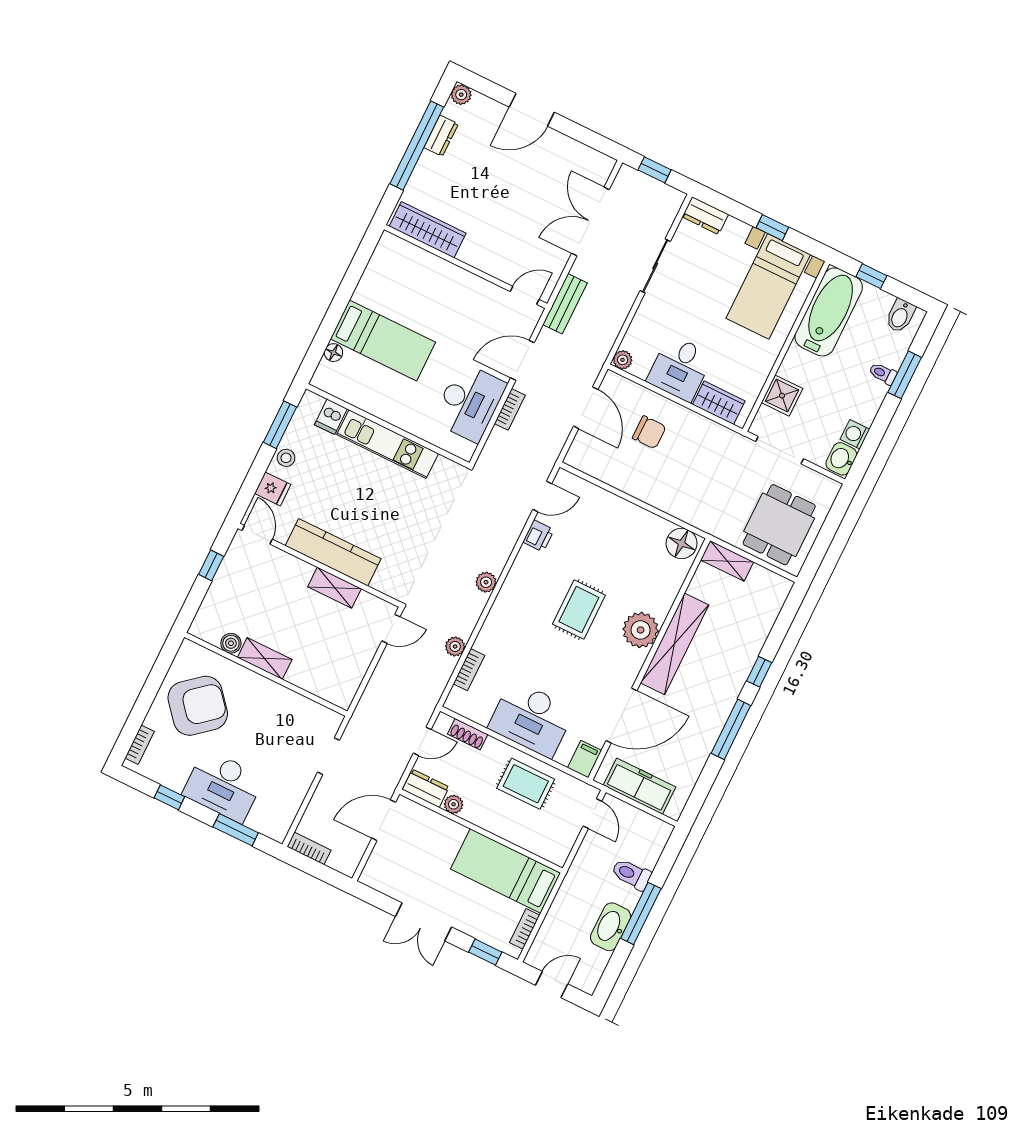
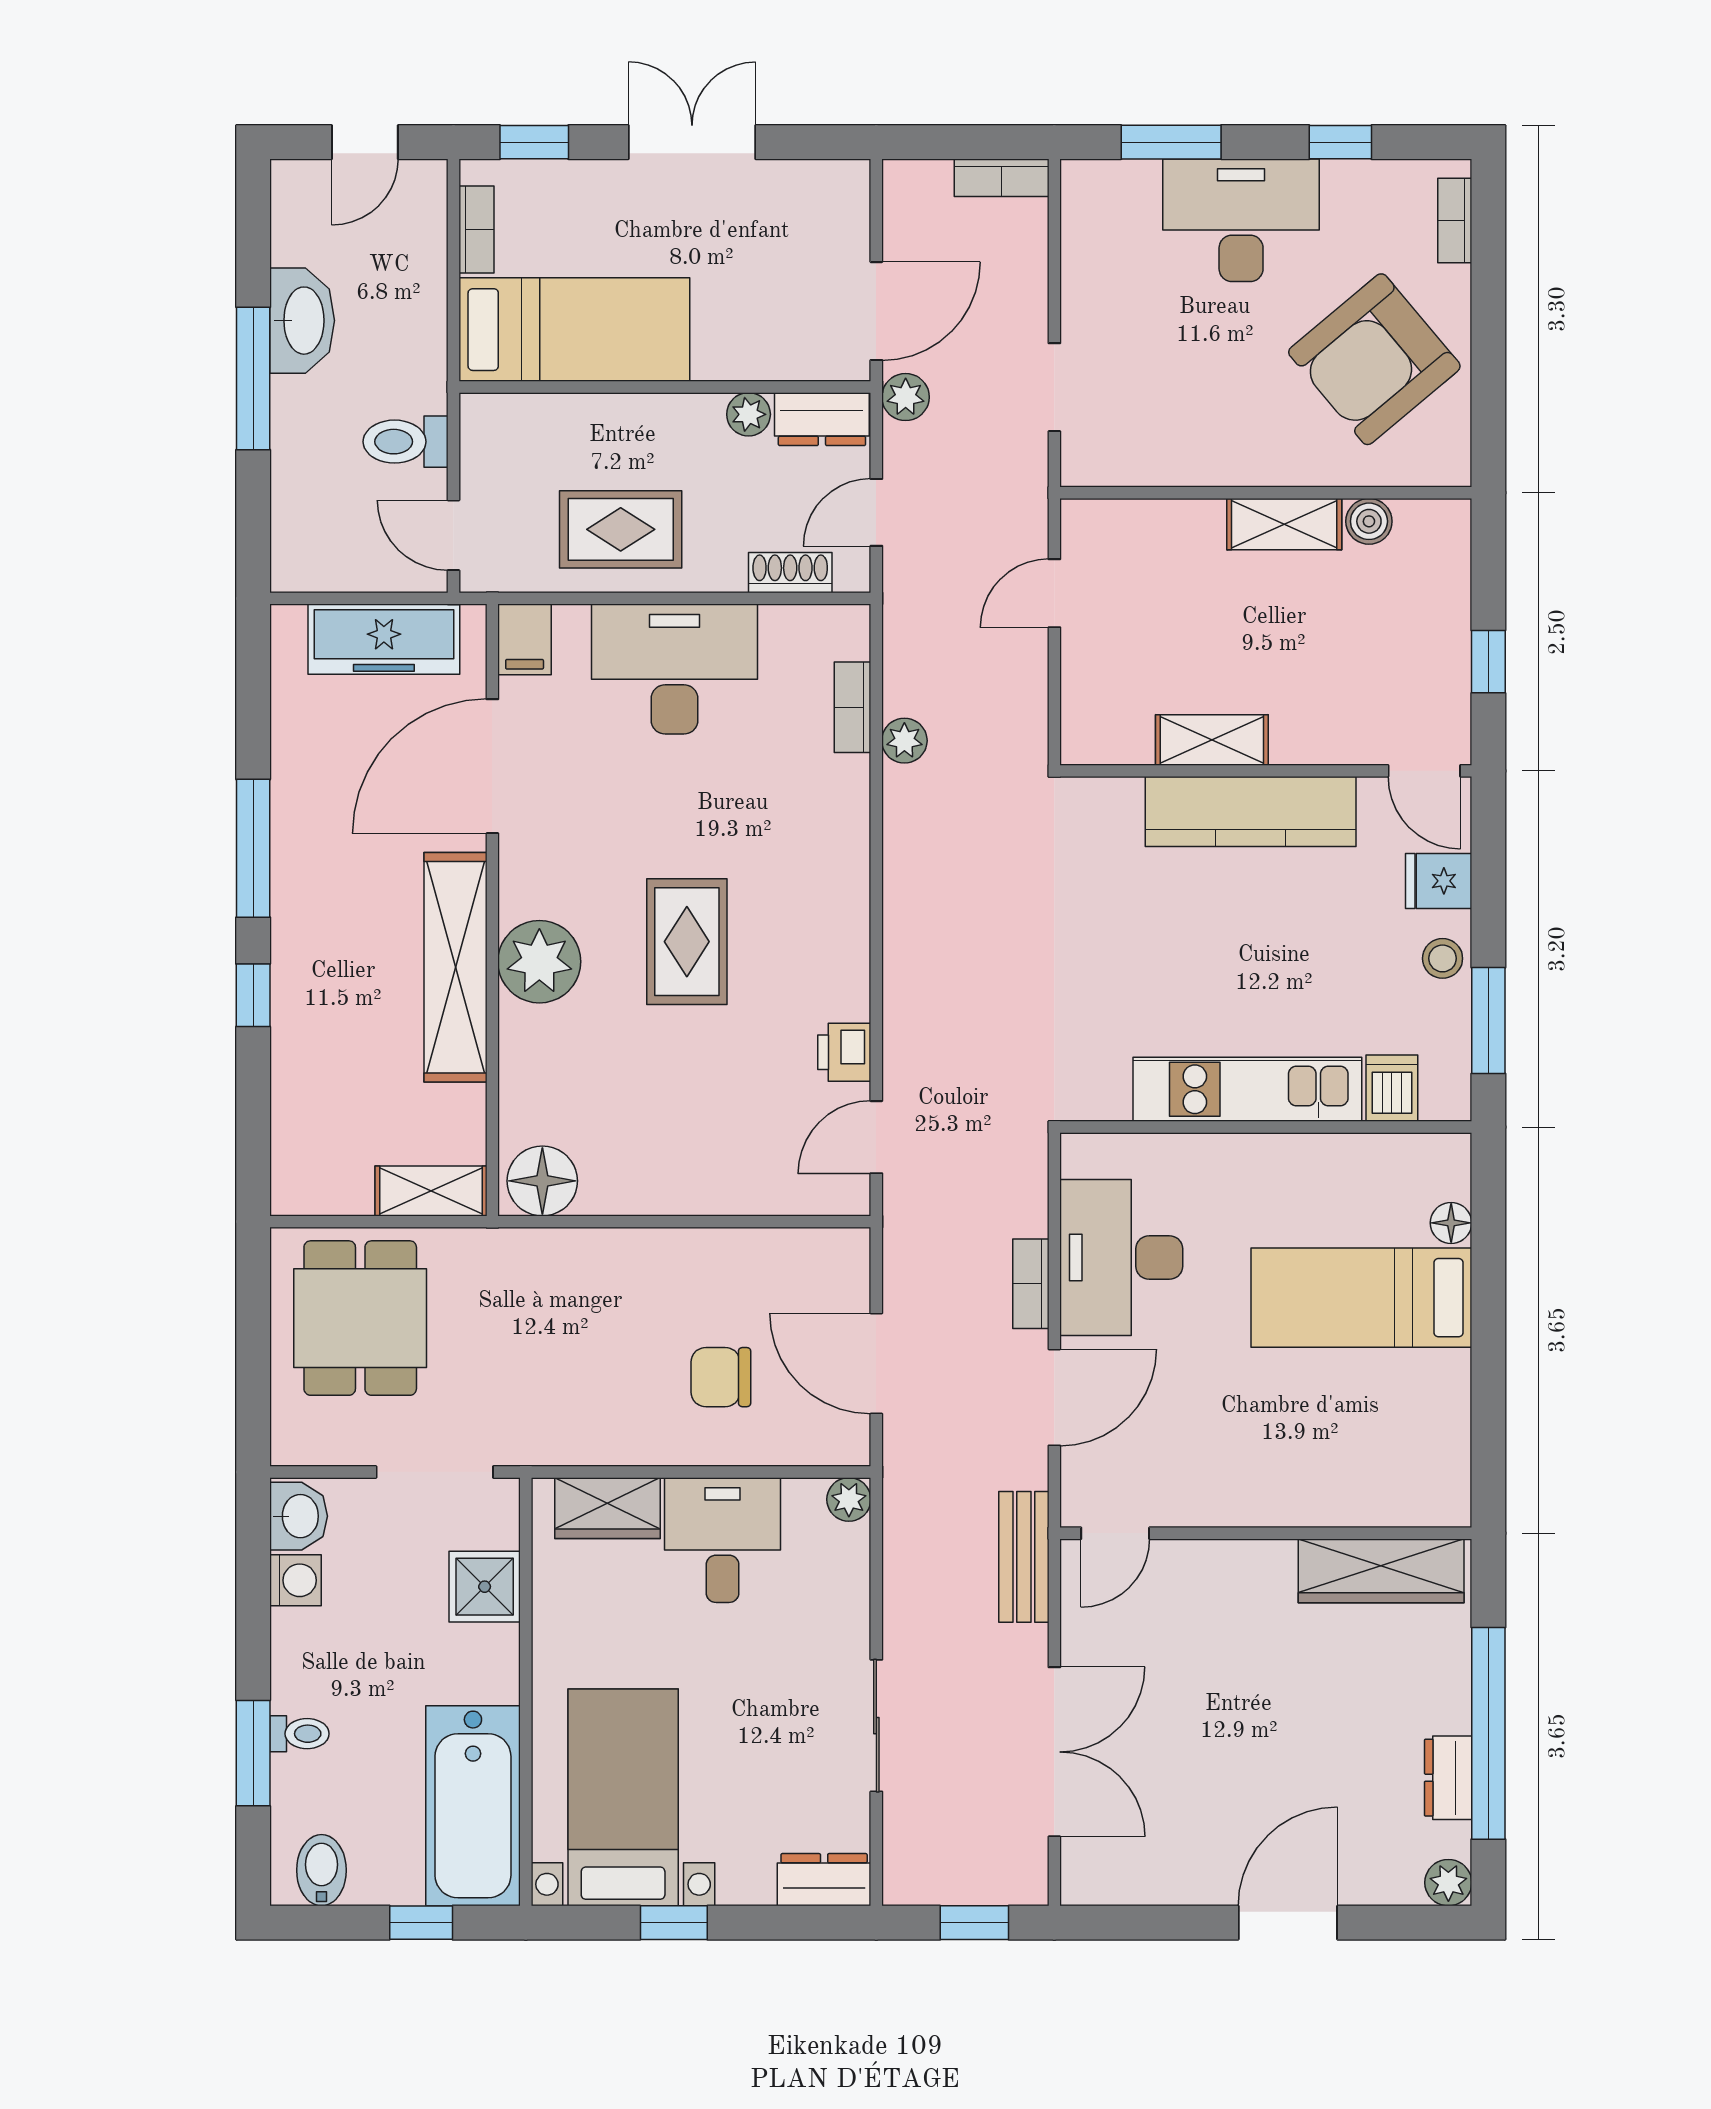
plant: (486, 582) -> (906, 397), moved
door: (391, 629) -> (1054, 593), moved
toilet: (631, 874) -> (406, 442), moved, turned 180

